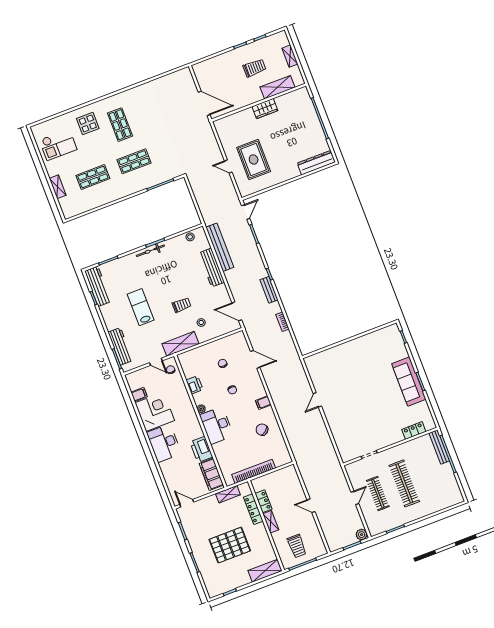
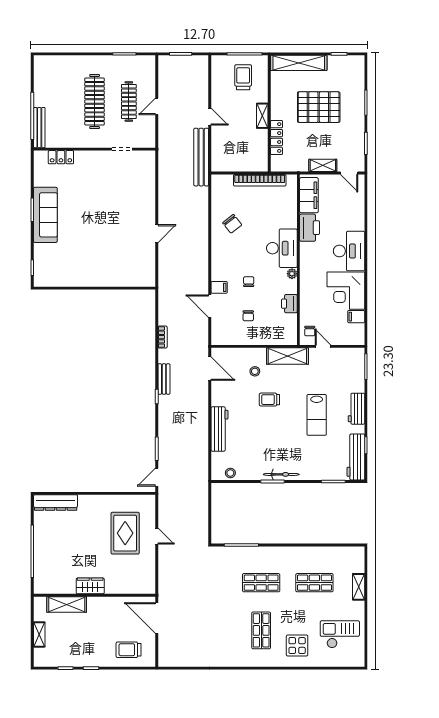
trolley: (254, 68) -> (129, 650), moved
bench: (220, 247) -> (201, 157), moved
workbench: (120, 346) -> (356, 409), moved, width x0.73
filing cabinet: (263, 403) -> (219, 287), moved
shelving: (228, 494) -> (323, 165), moved
locker: (263, 501) -> (262, 142), removed
plant: (362, 535) -> (165, 62), removed
shelving: (265, 571) -> (299, 63), width x1.47

